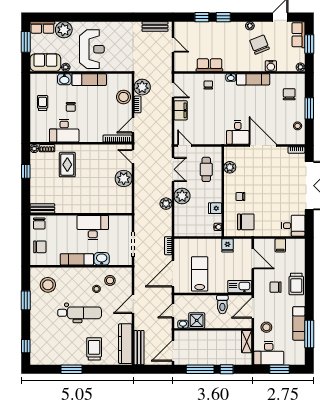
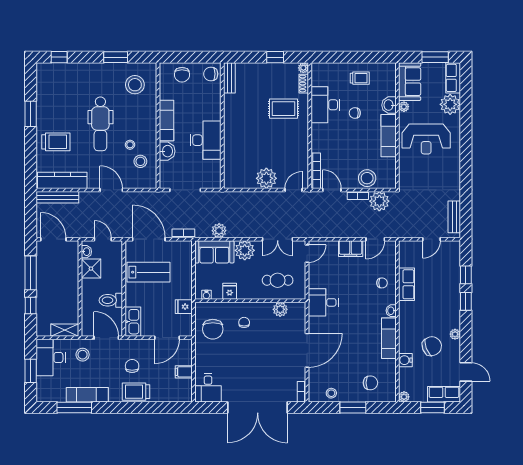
desk: (238, 132) -> (323, 302), moved
plant: (166, 204) -> (219, 231), moved
sofa: (183, 221) -> (214, 252), added

